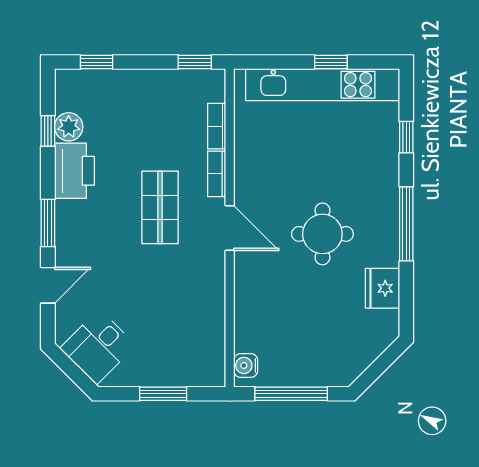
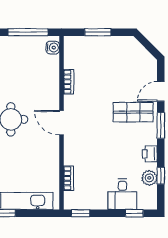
printer: (74, 171) -> (150, 154), width x0.53, depth x0.68
bookcase: (217, 174) -> (69, 82), moved
shop shelf: (160, 207) -> (133, 112), moved, turned 90
desk: (98, 347) -> (122, 194), moved, turned 135

